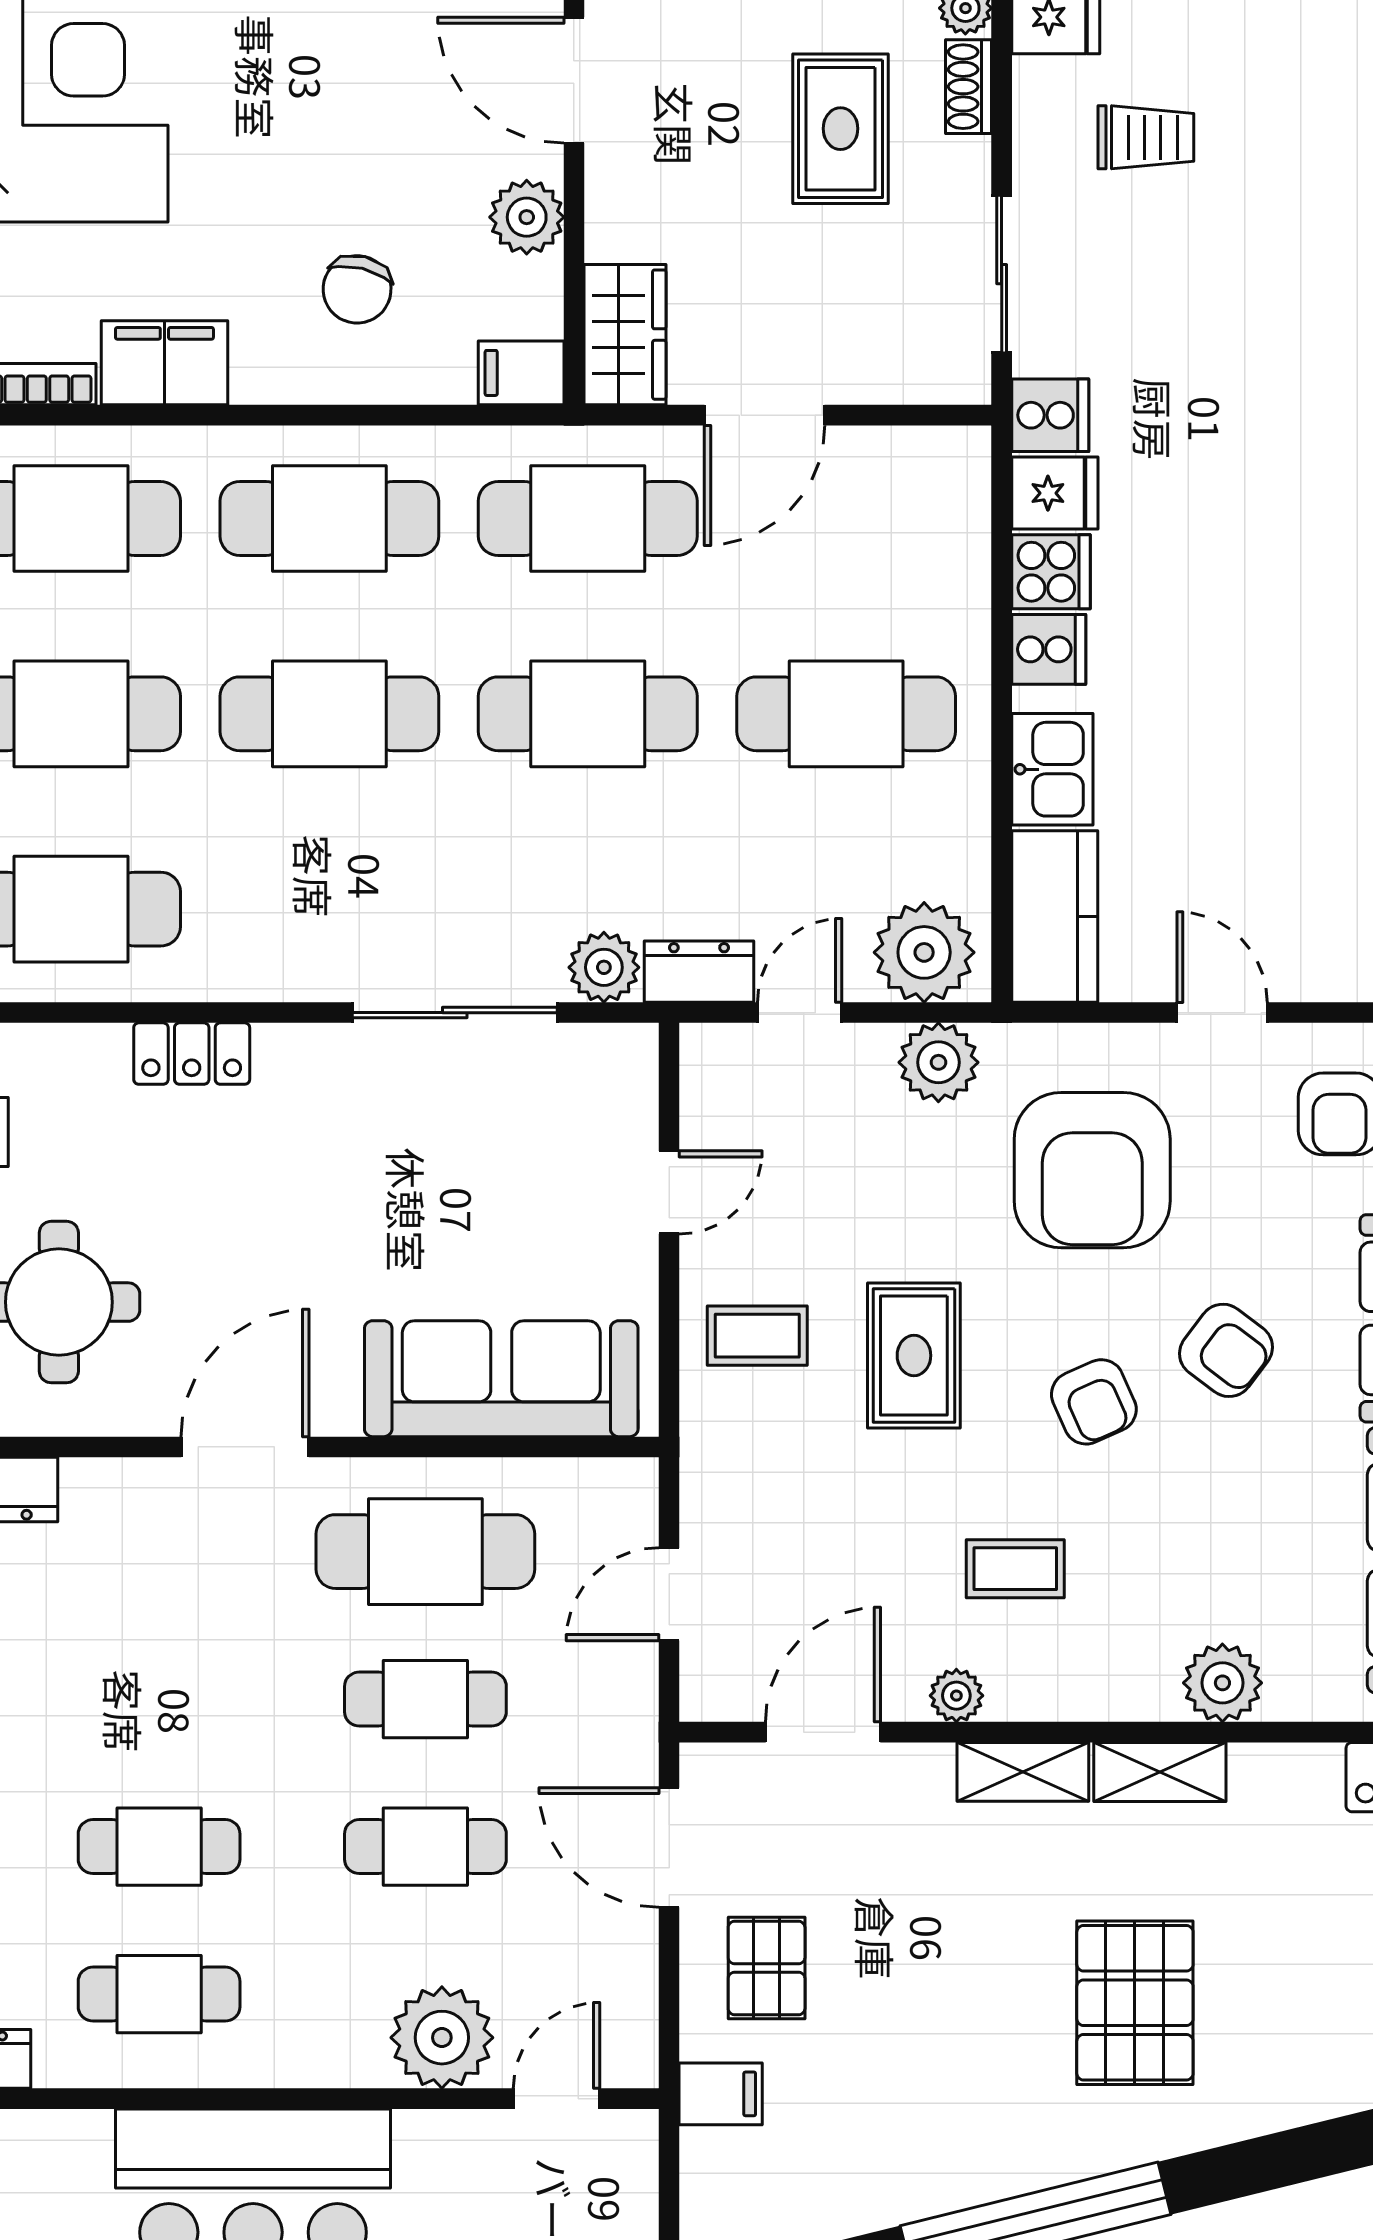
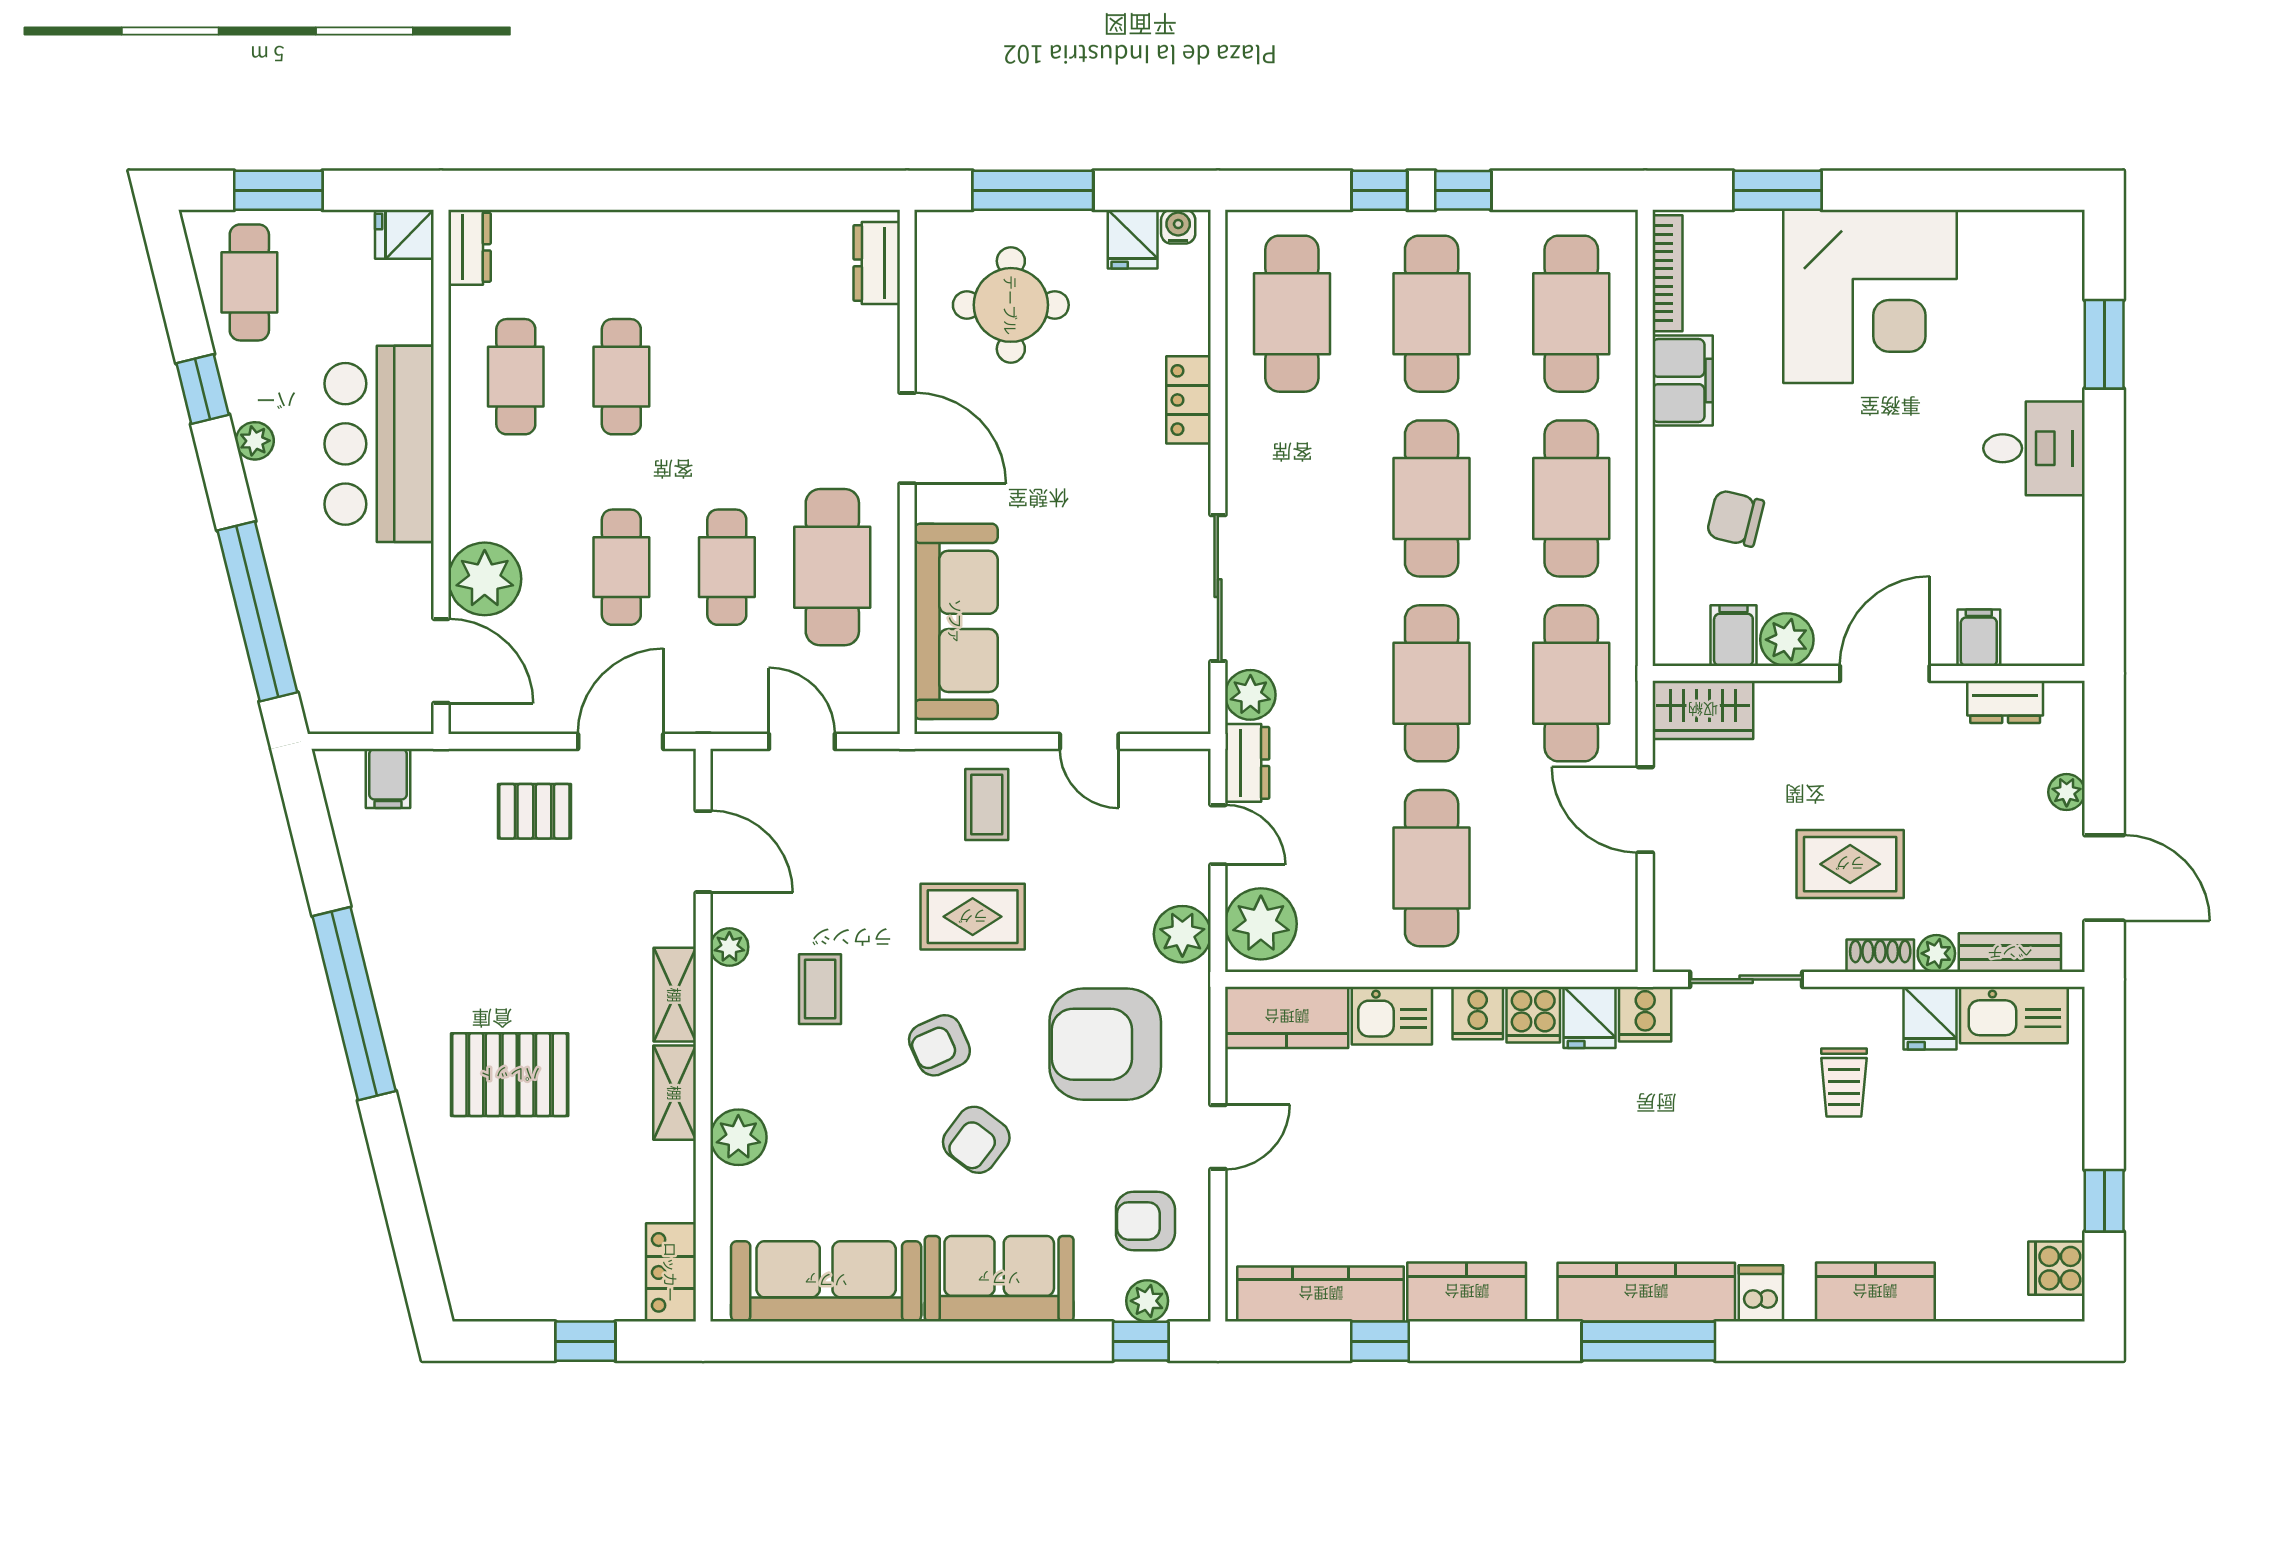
filing cabinet: (521, 373) -> (1733, 636), moved
filing cabinet: (721, 2094) -> (388, 778), moved
door: (557, 2099) -> (441, 661), width x1.38

